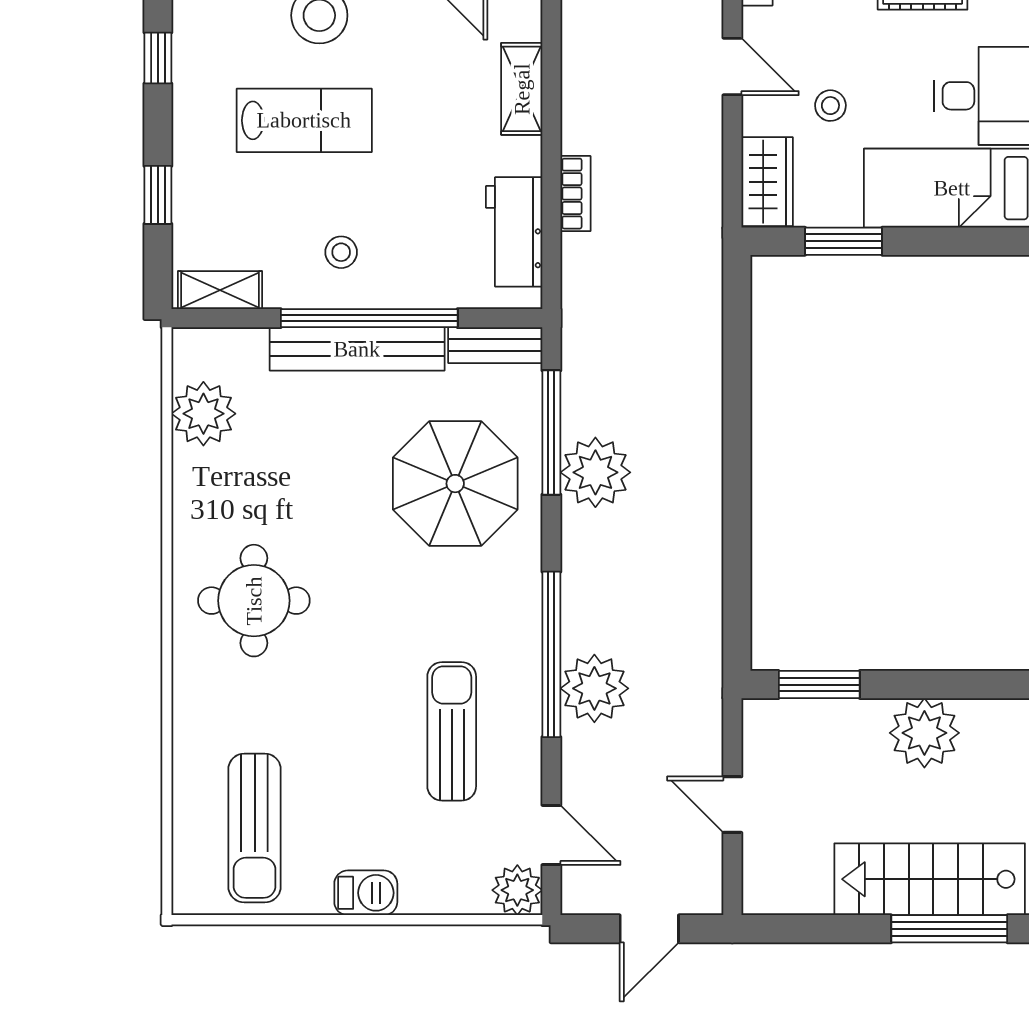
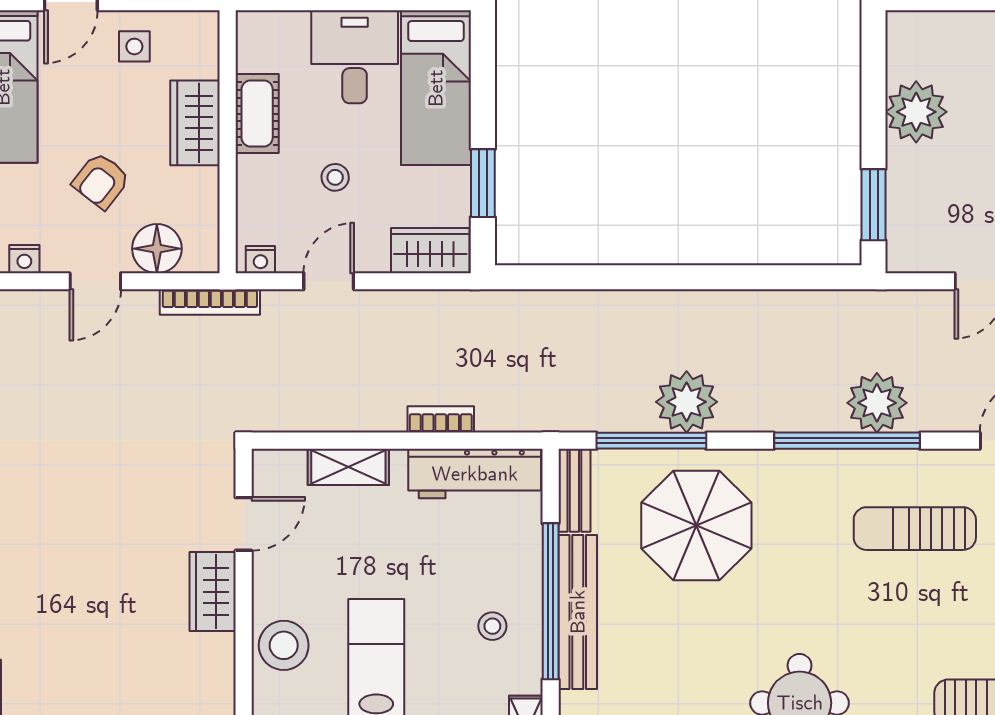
stool: (830, 106) -> (335, 177), moved
workbench: (514, 232) -> (475, 474), width x1.38

